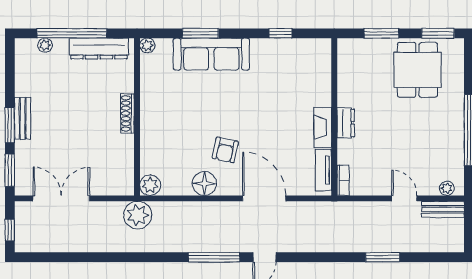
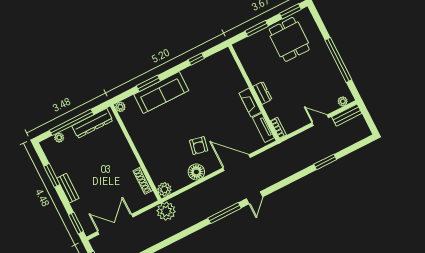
shoe rack: (127, 113) -> (143, 181), moved
window: (10, 125) -> (52, 175), moved

